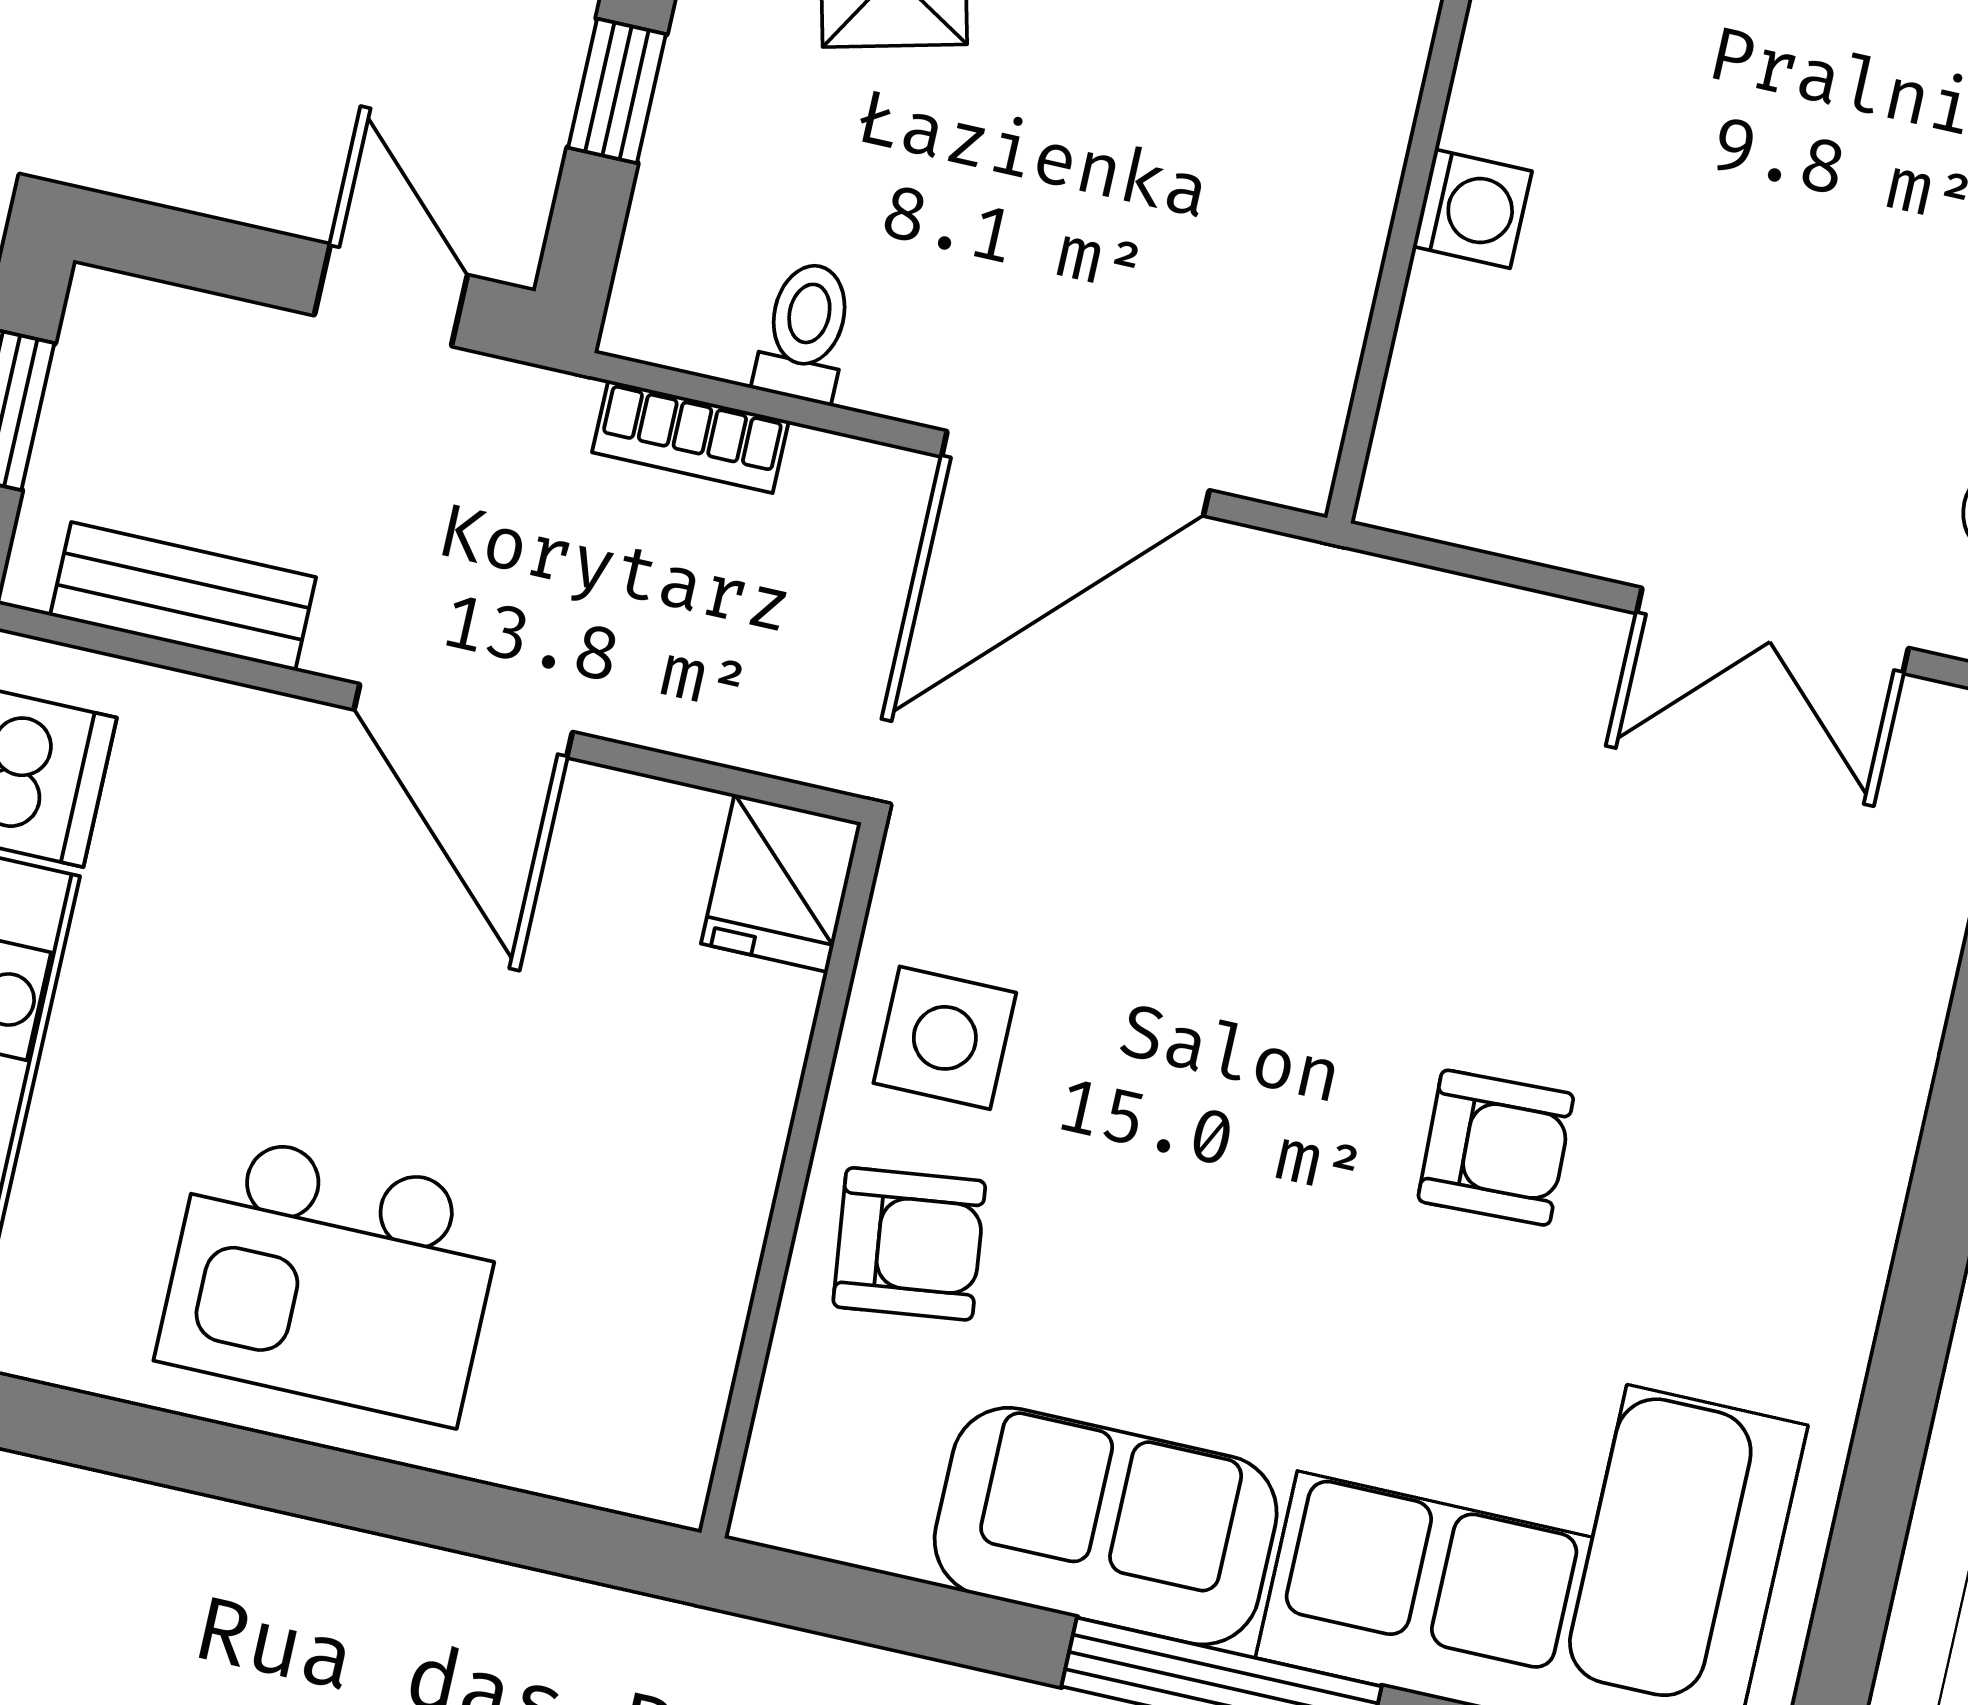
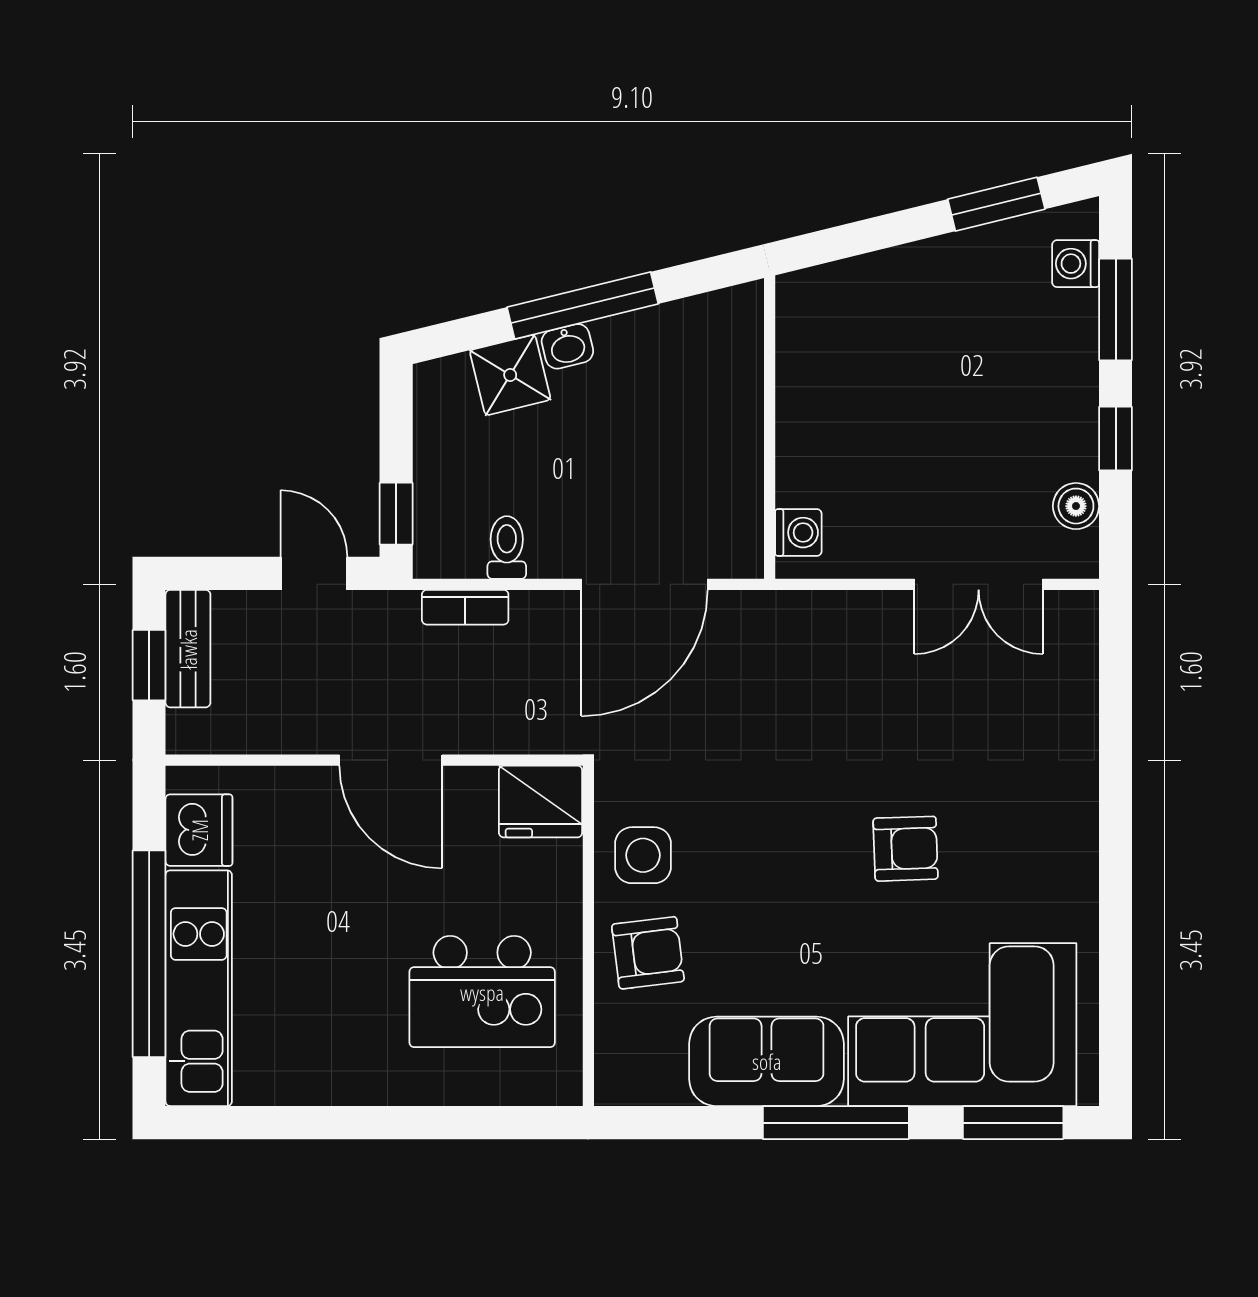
window: (617, 91) -> (396, 514), moved
washing machine: (1472, 209) -> (798, 533), moved
bench: (183, 596) -> (188, 649), moved, turned 90
fridge: (781, 883) -> (541, 801), width x1.38
kitchen island: (331, 1279) -> (482, 992), moved

